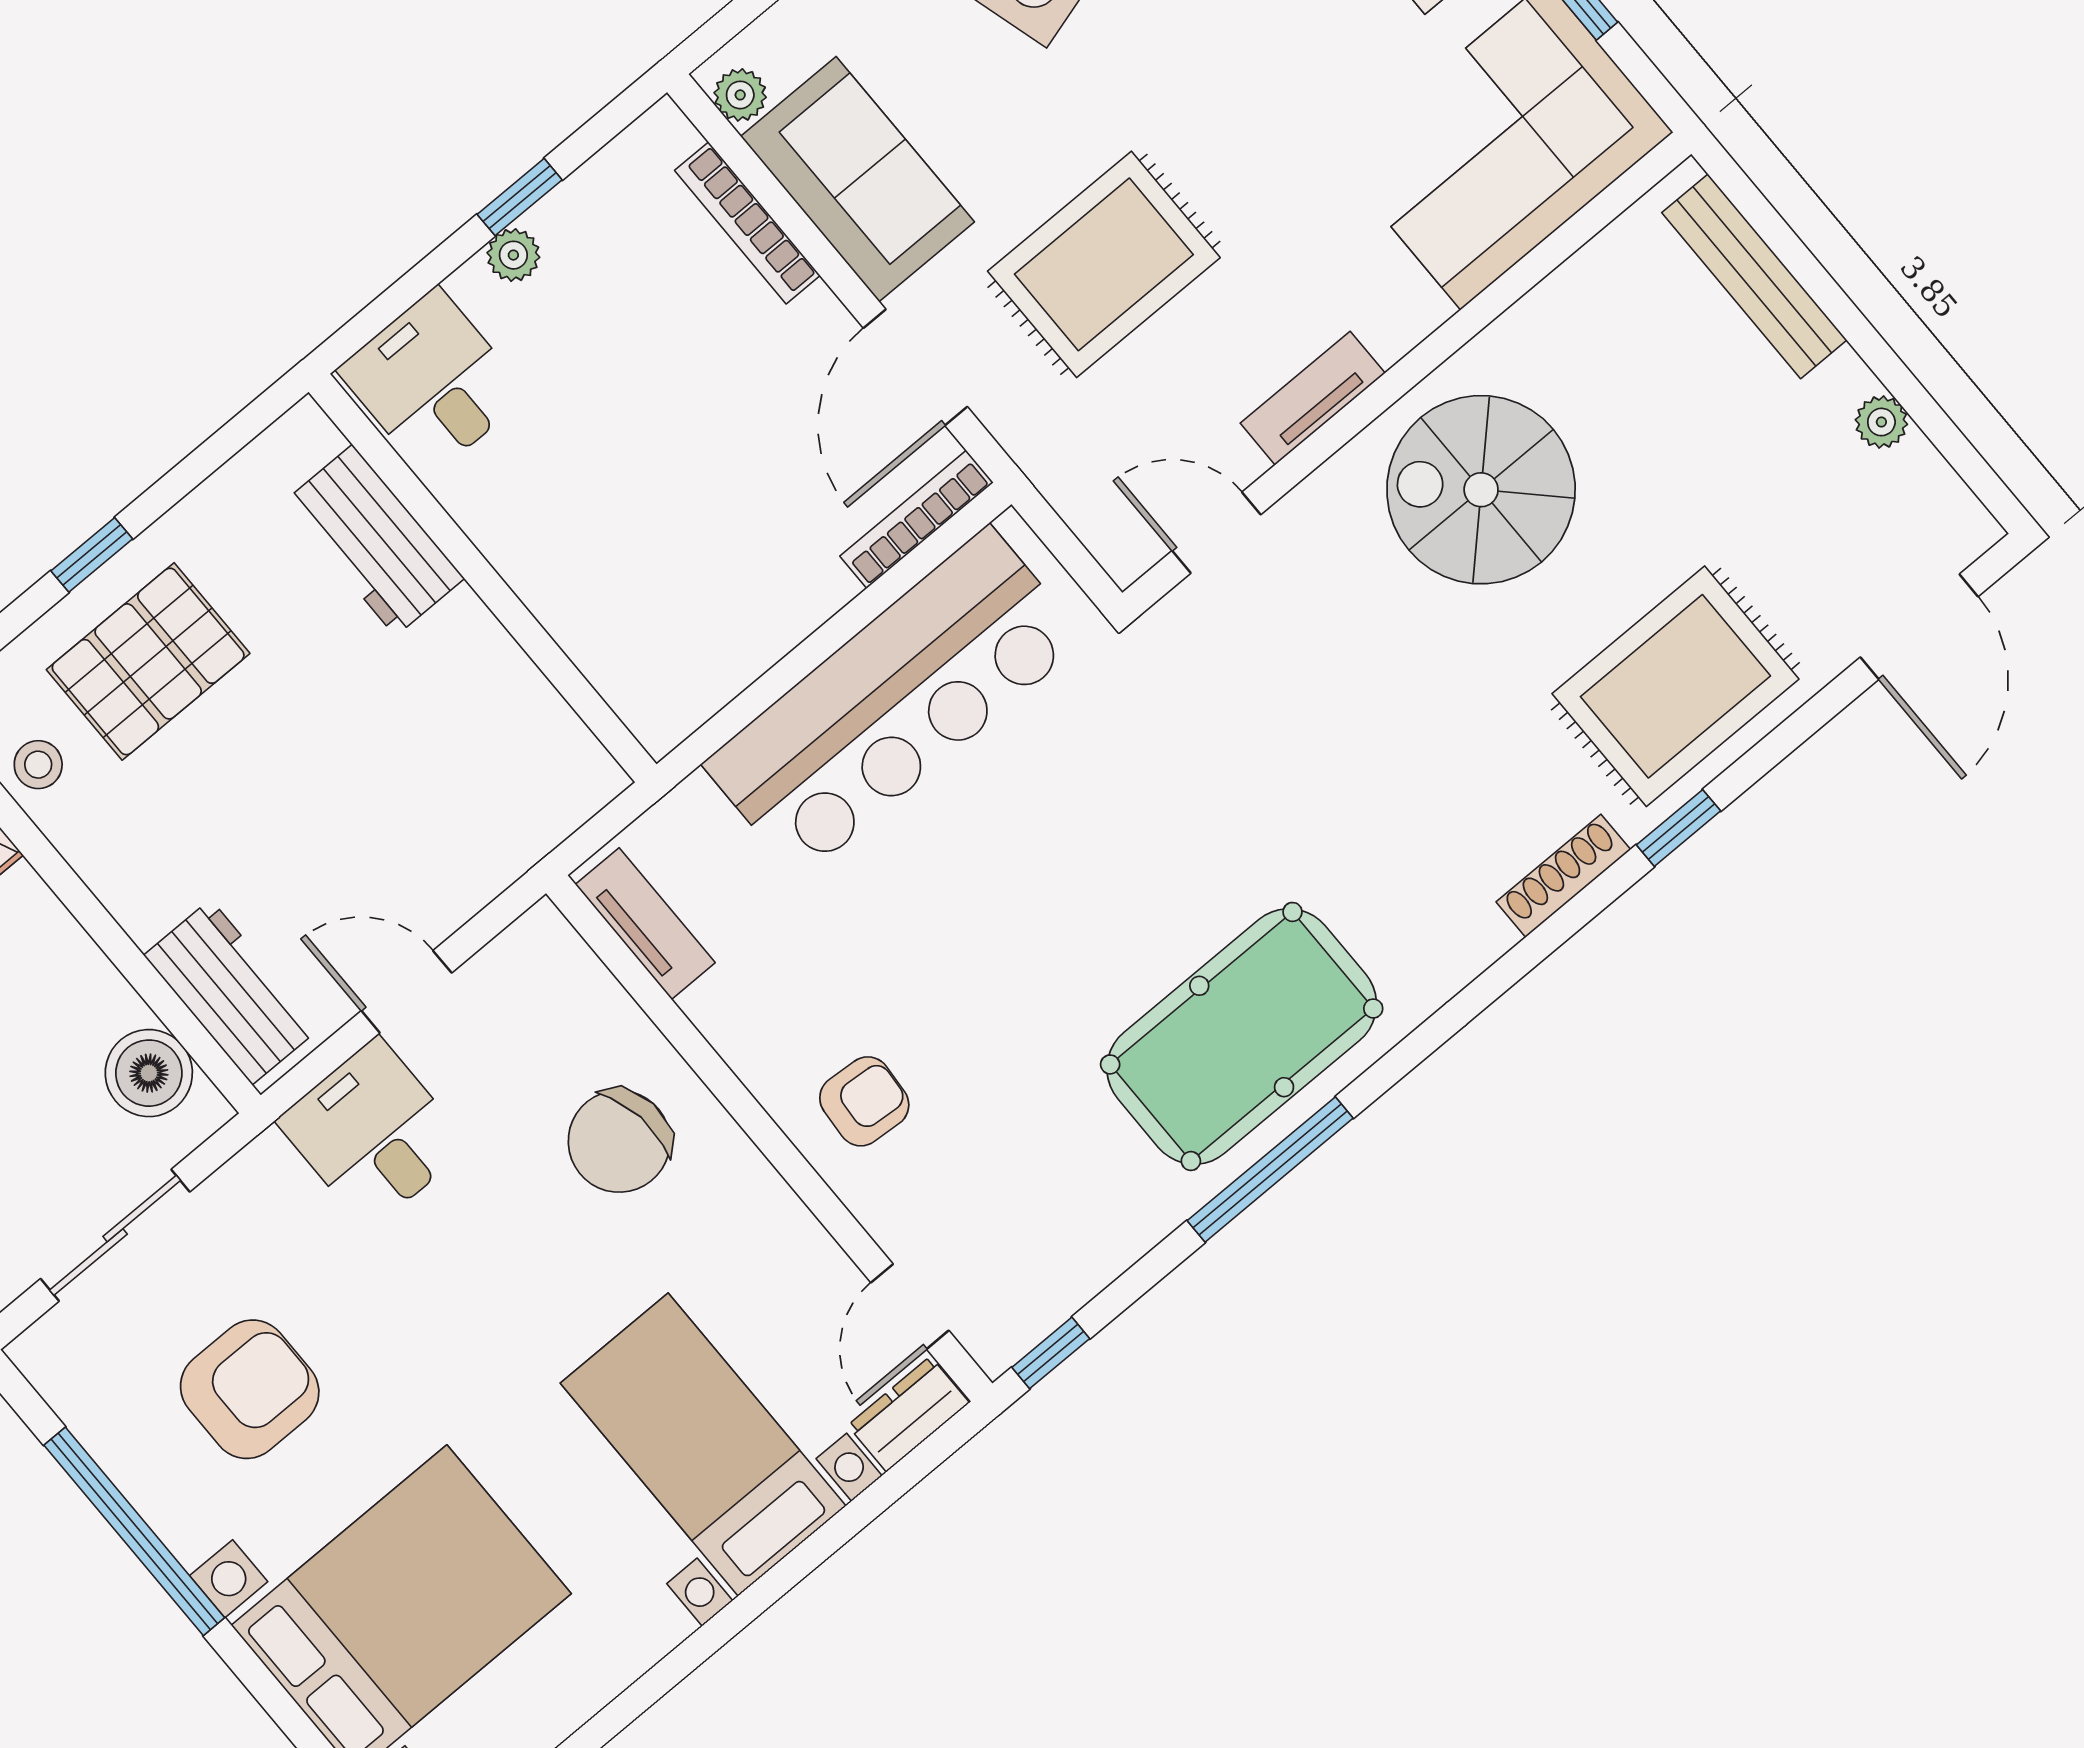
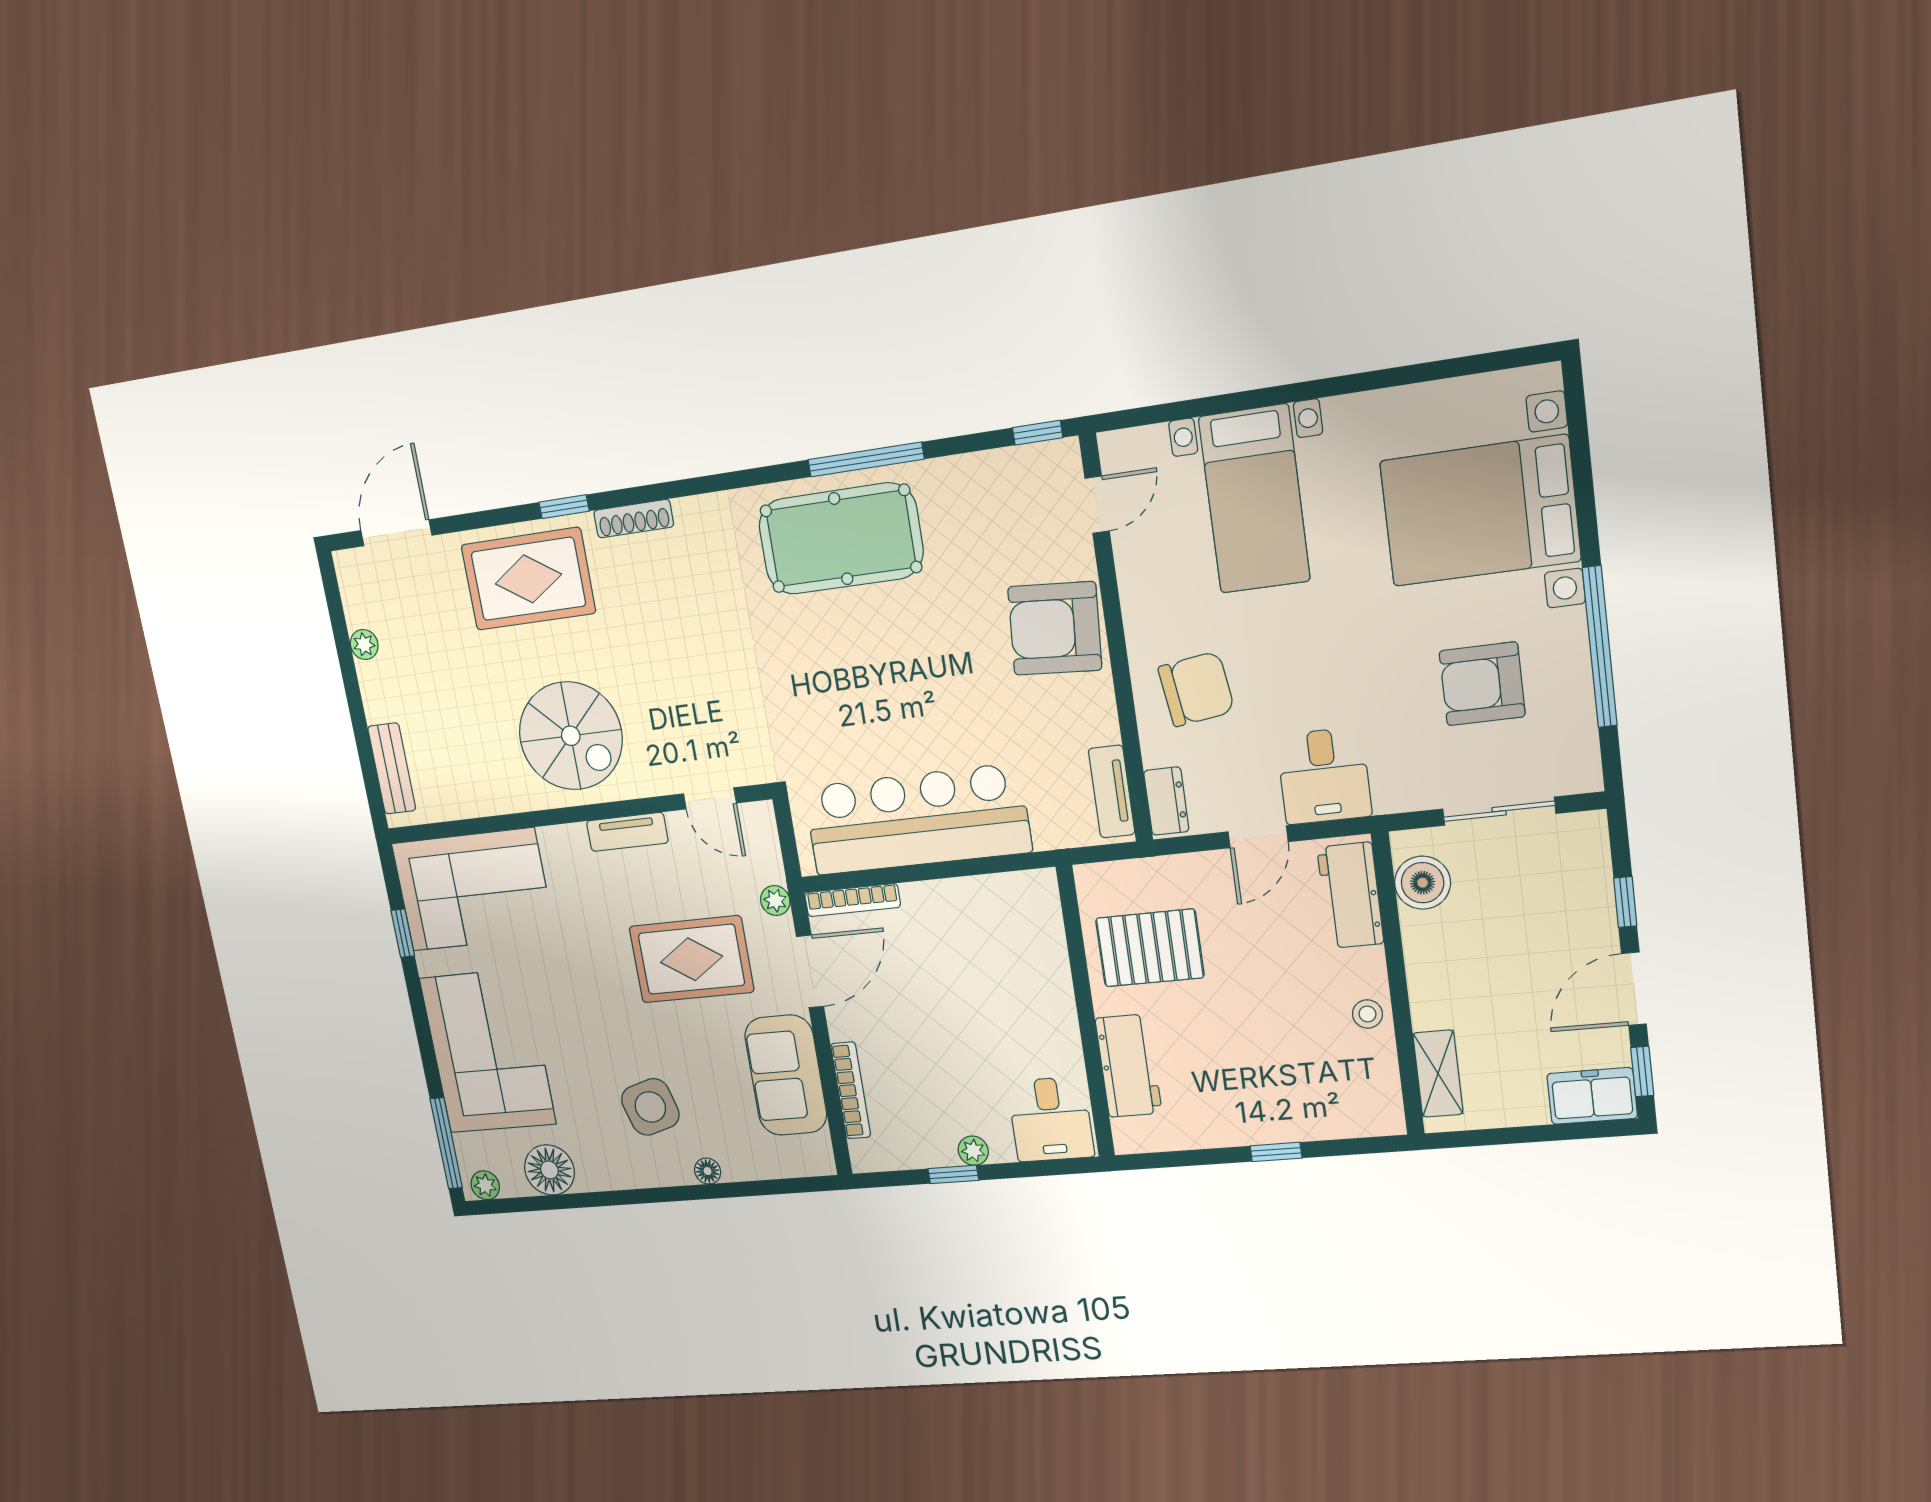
plant: (740, 95) -> (775, 901), moved
bench: (1754, 276) -> (392, 768), width x0.73
pallet: (148, 661) -> (1150, 948), moved
stool: (38, 765) -> (1367, 1014), moved
door: (406, 992) -> (1258, 837), hinge flipped
armchair: (864, 1101) -> (1055, 628), width x1.88, depth x1.88
dresser: (908, 1414) -> (1166, 801), moved, turned -90

